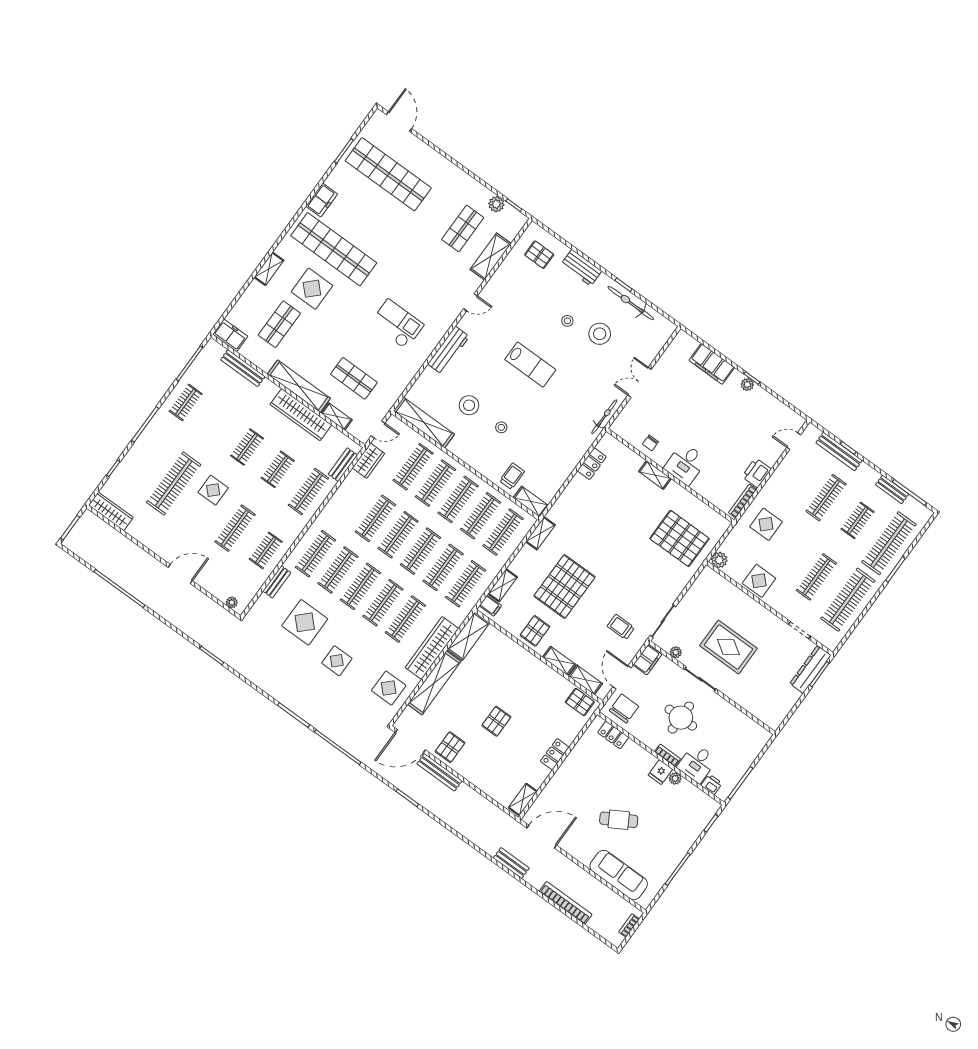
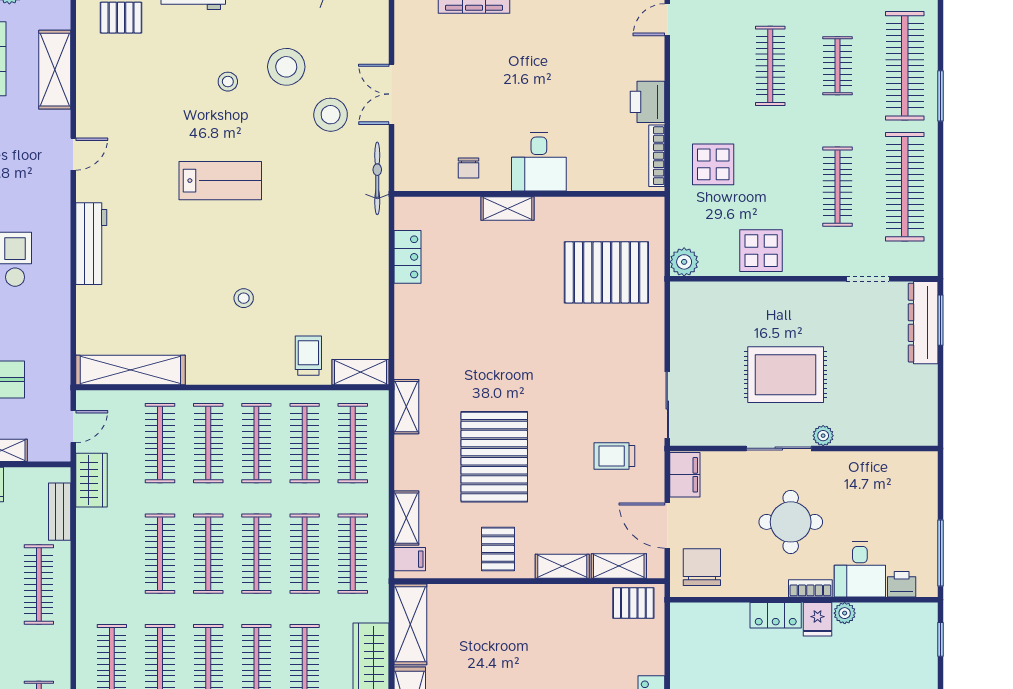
stool: (469, 405) -> (331, 115), moved
plant: (676, 652) -> (823, 436), moved
locker: (613, 735) -> (776, 615), moved

